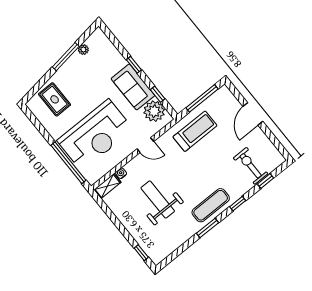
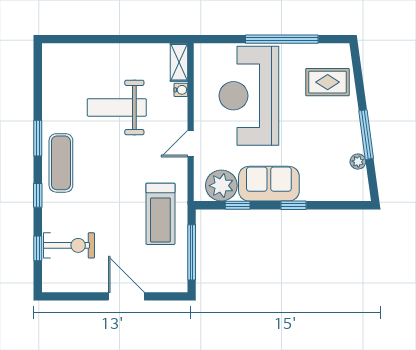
window: (68, 163) -> (282, 39), moved
weight bench: (158, 199) -> (117, 107), turned 180
window: (141, 253) -> (71, 39), removed

